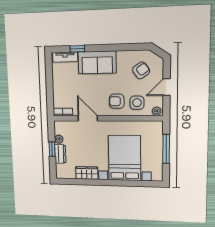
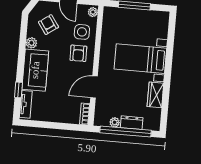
plant: (122, 56) -> (31, 43), added
window: (52, 149) -> (125, 132), width x3.17
bed with nightstands: (124, 158) -> (140, 59), width x0.73

